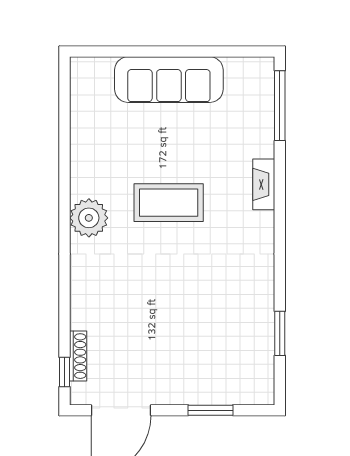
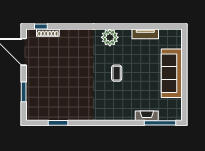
tv unit: (81, 139) -> (145, 34), added
fireplace: (264, 184) -> (147, 116), moved
coffee table: (169, 203) -> (117, 73), width x0.54, depth x0.58

